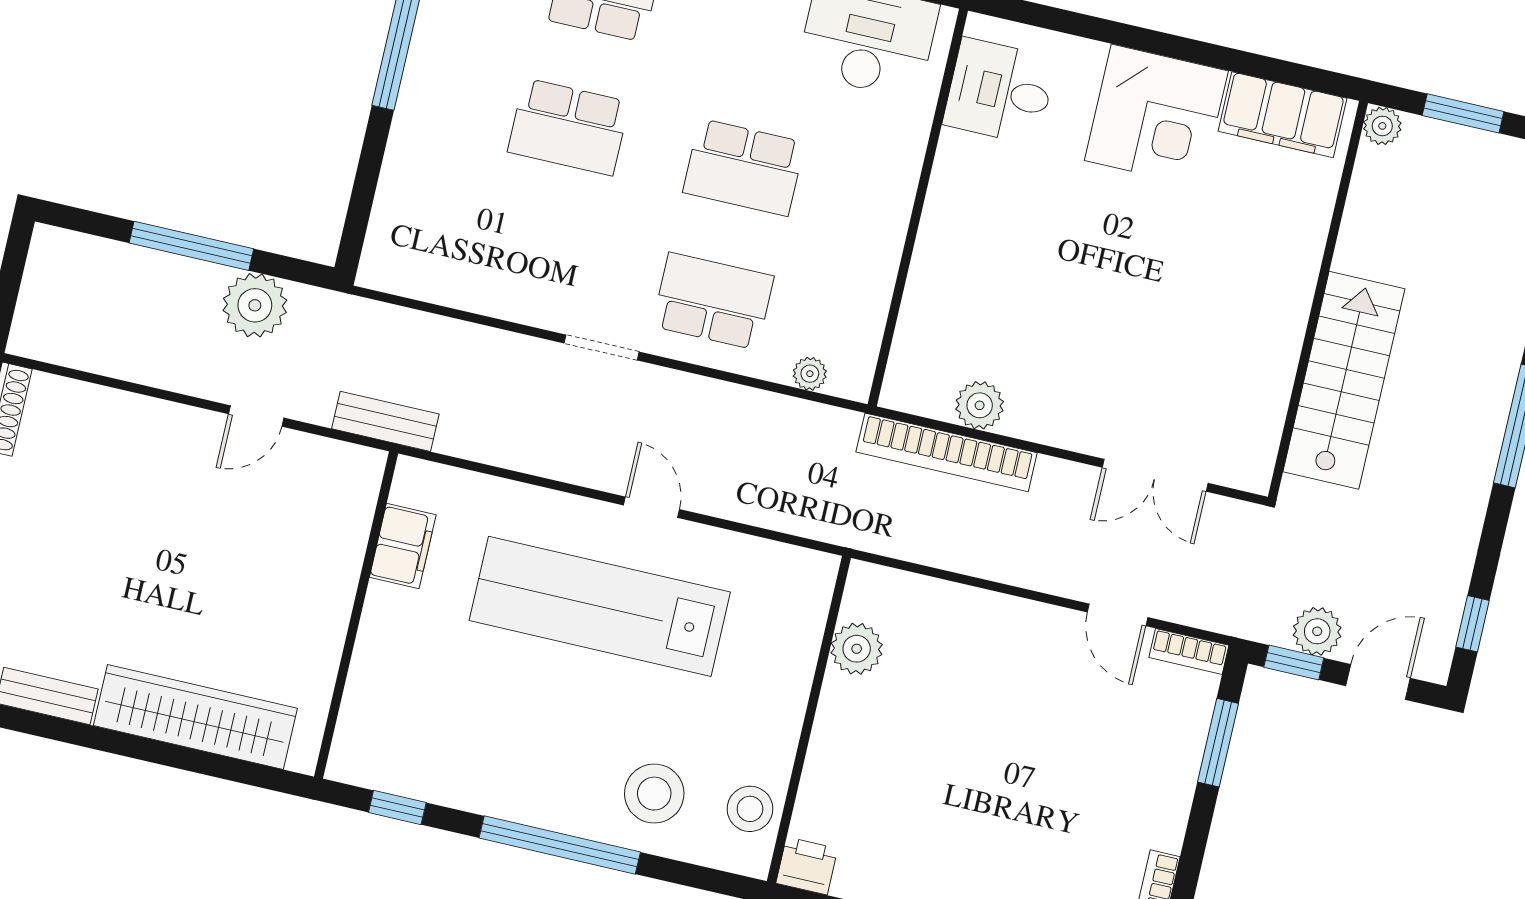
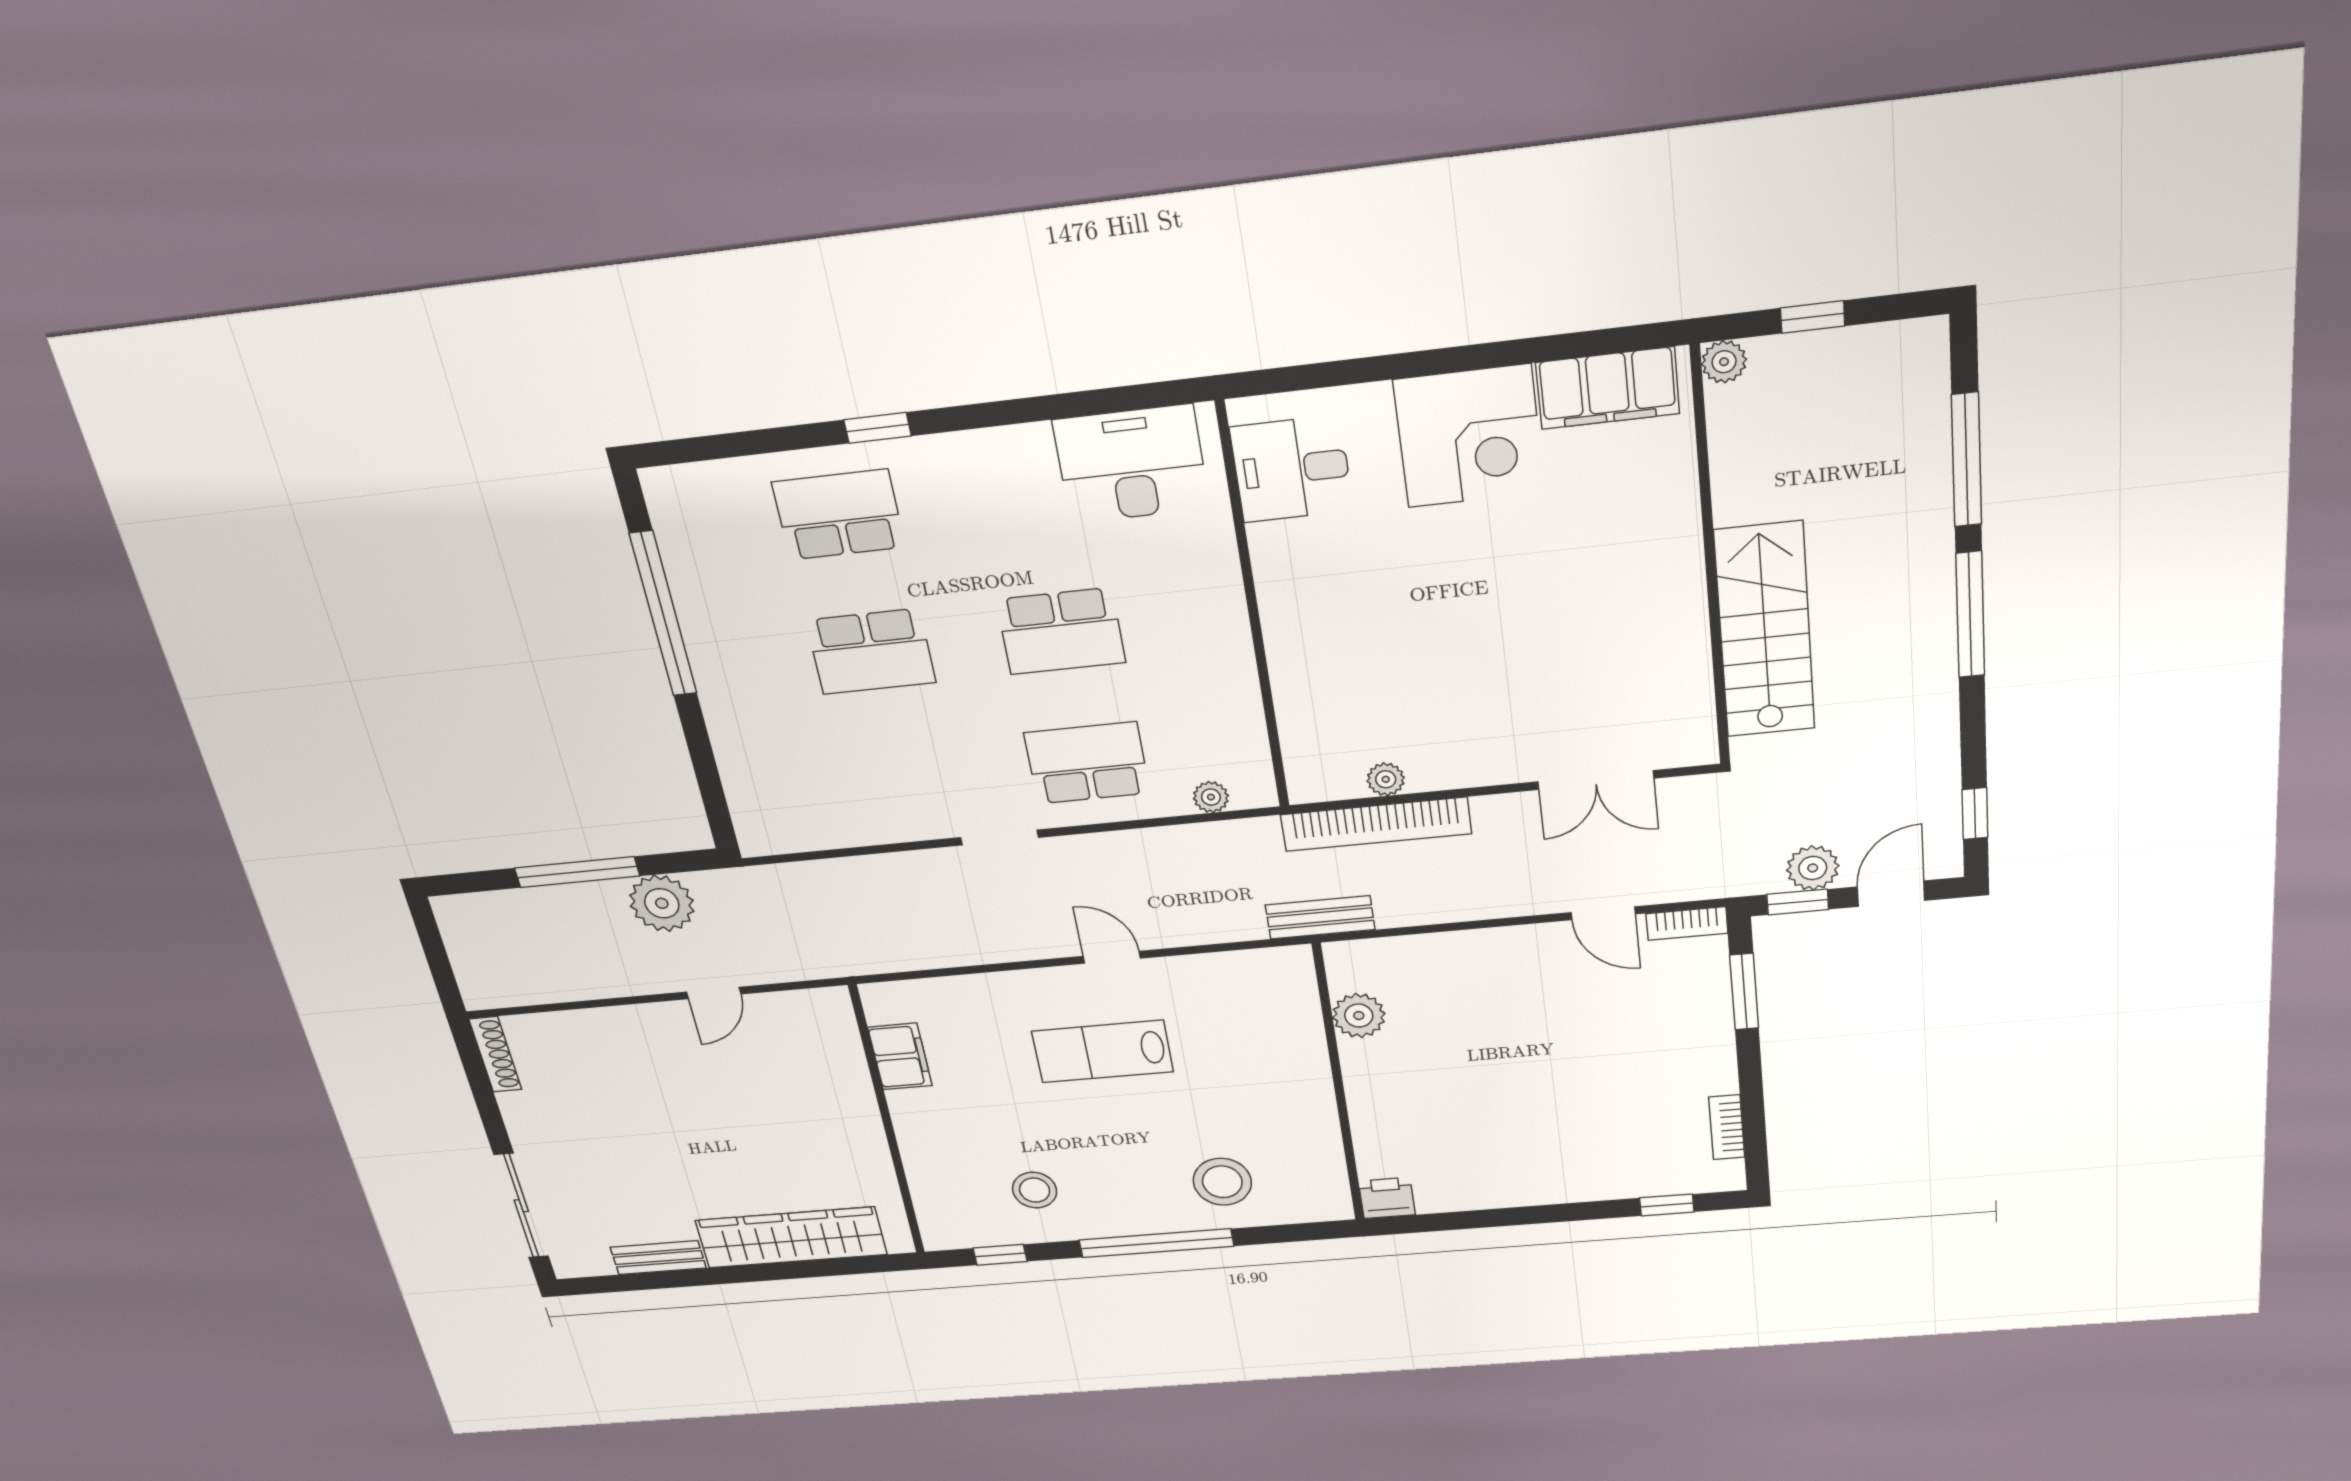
window: (1463, 113) -> (1813, 317), width x0.67
plant: (980, 405) -> (1386, 779), width x0.73, depth x0.73
bench: (385, 421) -> (1320, 917), moved
lab bench: (600, 606) -> (1103, 1051), width x0.54, depth x0.72
stool: (750, 809) -> (1035, 1190), moved

